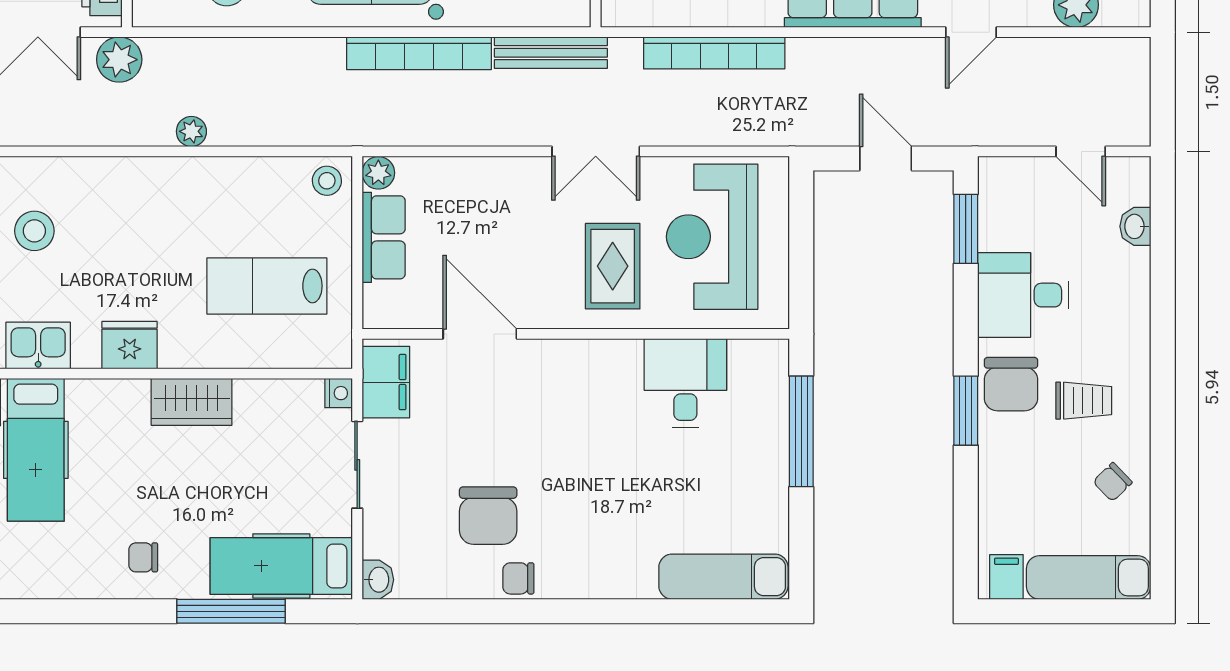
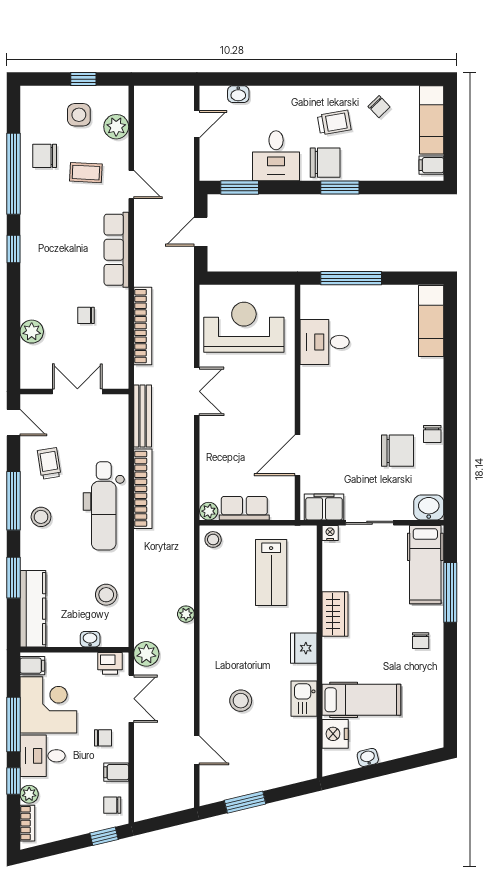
reception desk: (712, 237) -> (244, 327), turned 180
rug: (613, 266) -> (260, 382), removed
trolley: (1084, 401) -> (334, 122), turned 80
washbasin: (378, 580) -> (429, 507), width x1.38, depth x1.45

